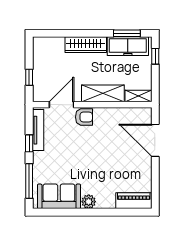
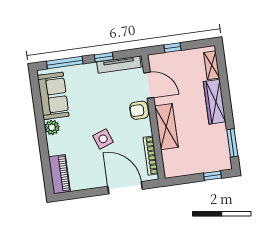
freezer: (128, 46) -> (219, 146), removed
shelving: (138, 96) -> (212, 65), moved
bookcase: (128, 112) -> (151, 156), added
armchair: (84, 117) -> (139, 110), turned 90
door: (155, 140) -> (125, 188), hinge flipped
side table: (106, 155) -> (103, 139), added

